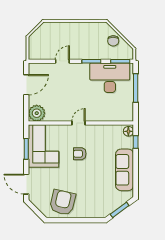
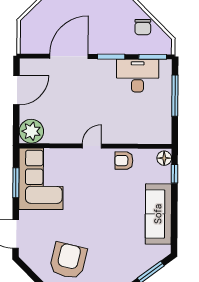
door: (62, 61) -> (69, 56), width x1.87
desk: (110, 78) -> (138, 76), width x0.73, depth x0.77
armchair: (80, 154) -> (124, 161), moved

